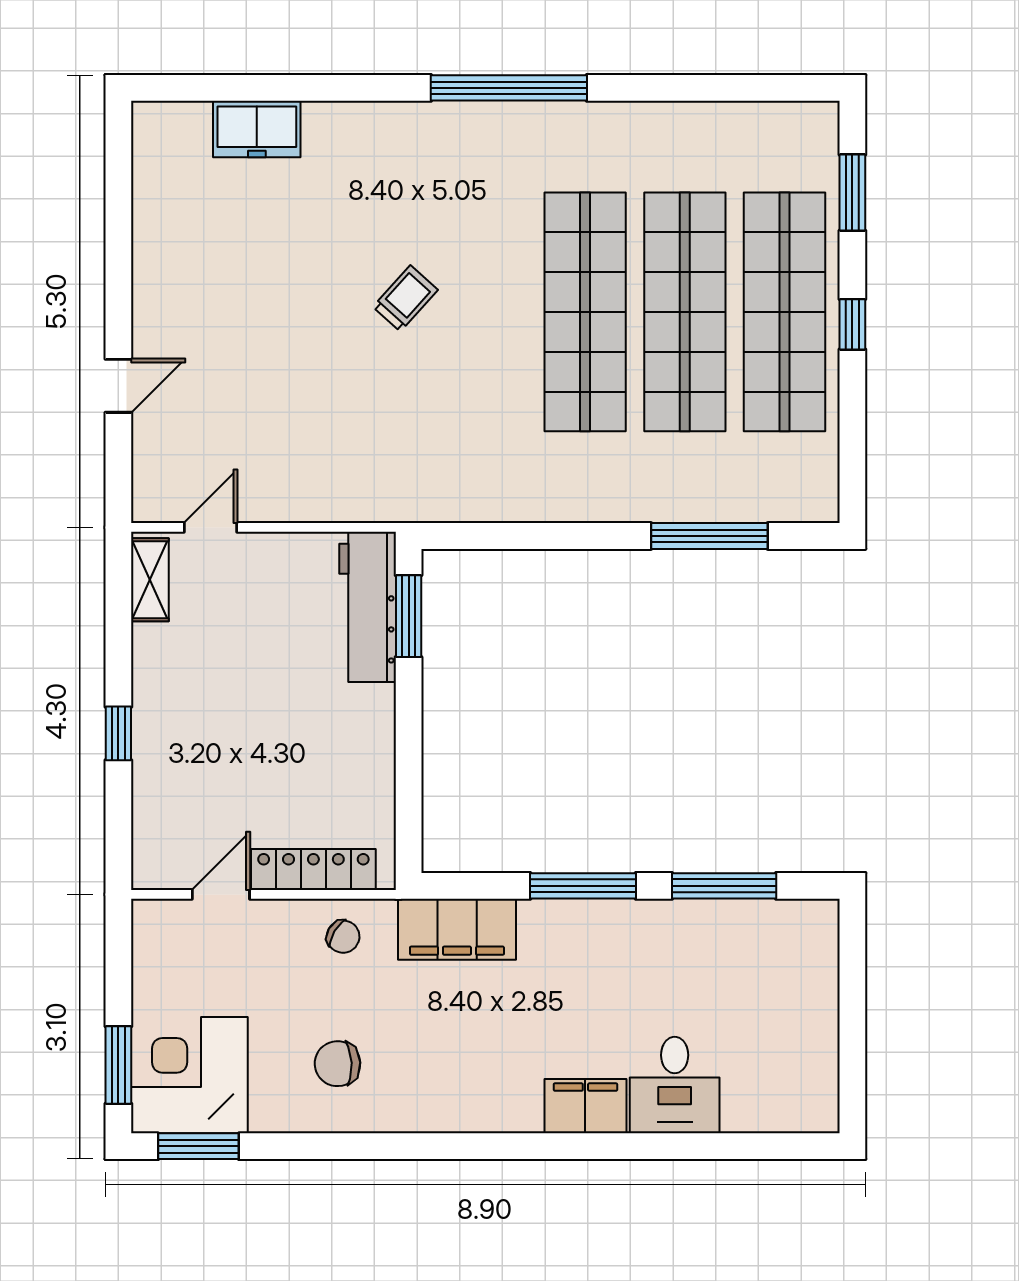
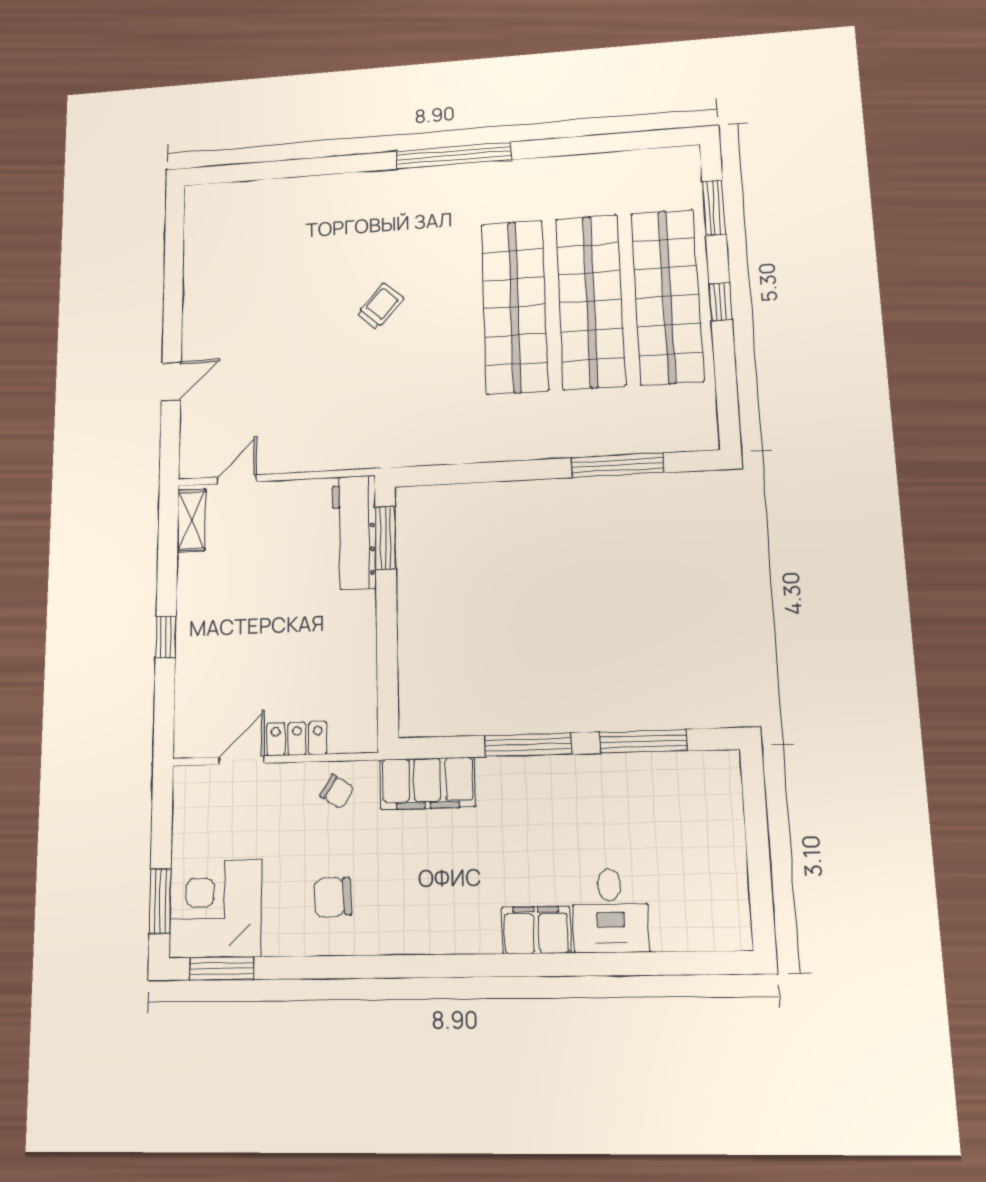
freezer: (257, 129) -> (272, 198), removed
locker: (313, 870) -> (297, 739), width x0.66

